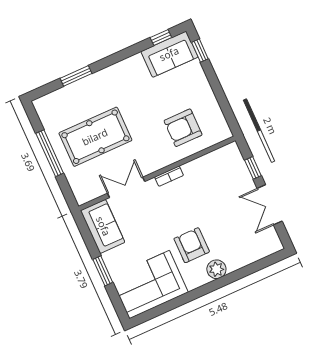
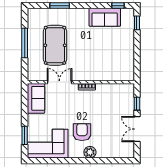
sofa: (169, 54) -> (105, 17), moved
armchair: (183, 128) -> (107, 63), removed
pool table: (95, 137) -> (55, 45), turned 90
window: (103, 271) -> (25, 135), moved

